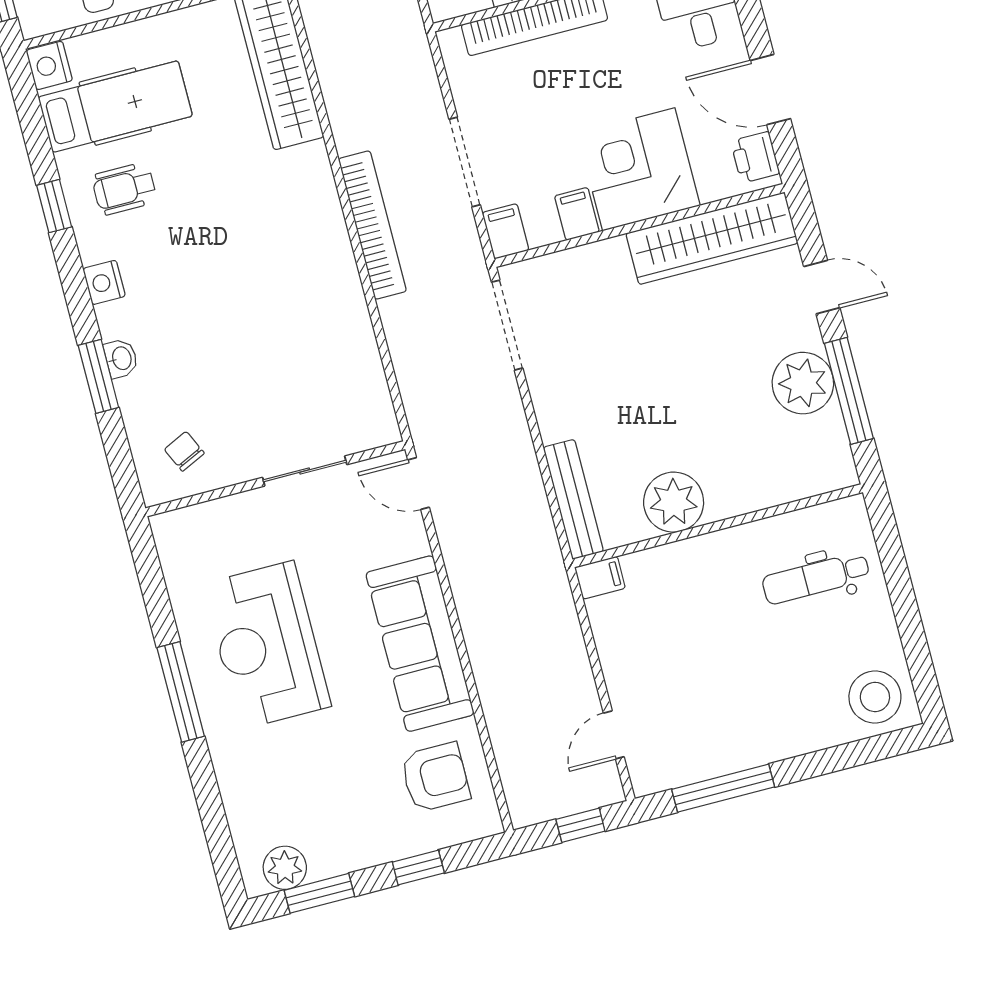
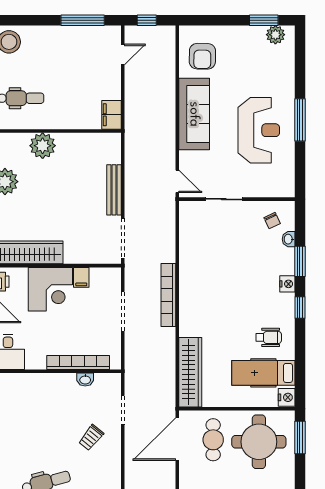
window: (54, 206) -> (300, 308), moved
filing cabinet: (506, 231) -> (113, 278), removed
nightstand: (104, 282) -> (287, 284), moved
washbasin: (121, 358) -> (289, 239), moved
bench: (573, 499) -> (114, 190), moved
plant: (674, 502) -> (43, 146), moved
filing cabinet: (600, 578) -> (111, 115), width x2.00
armchair: (435, 777) -> (202, 56), turned -89
window: (418, 867) -> (219, 20), removed

